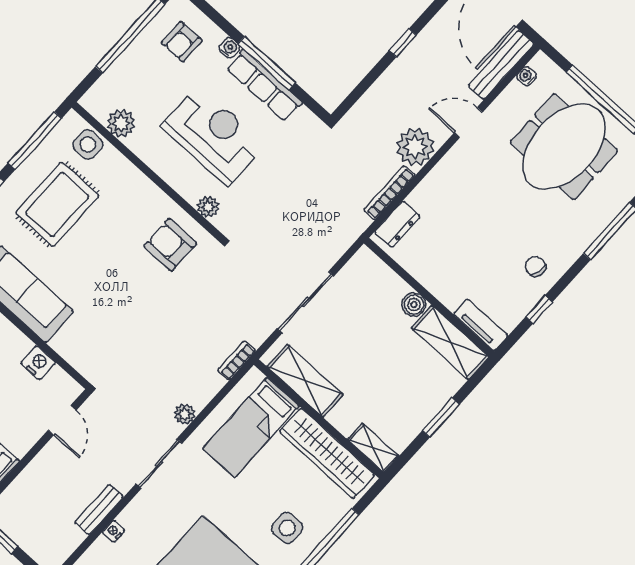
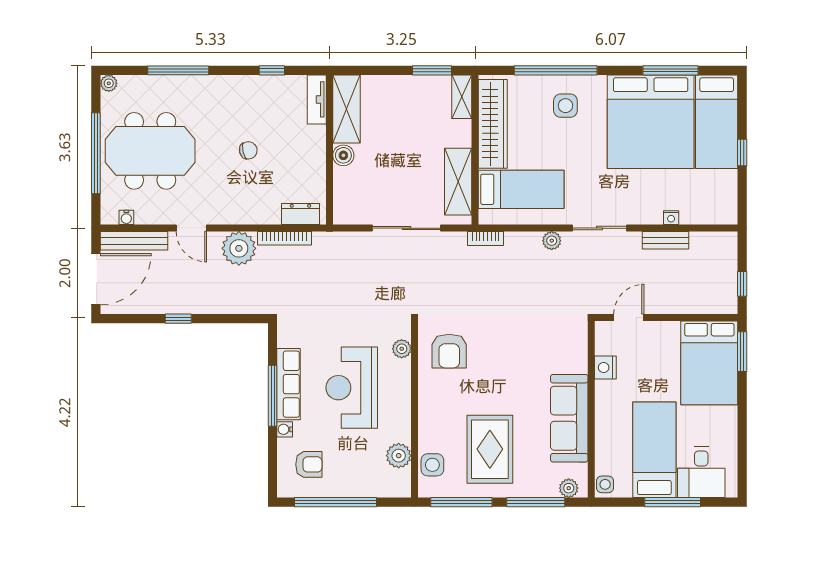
rug: (57, 204) -> (490, 449), turned 90
chair: (536, 266) -> (248, 150), moved, turned -116
window: (441, 417) -> (432, 70), moved

